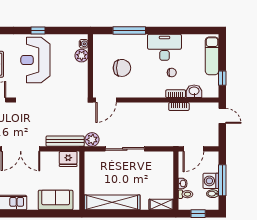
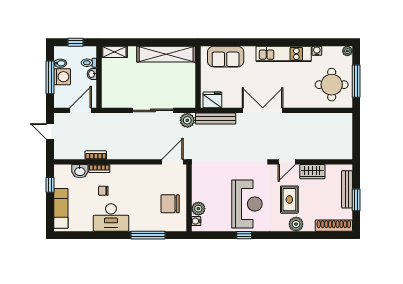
chair: (122, 68) -> (170, 204), moved
door: (222, 116) -> (50, 131), moved

